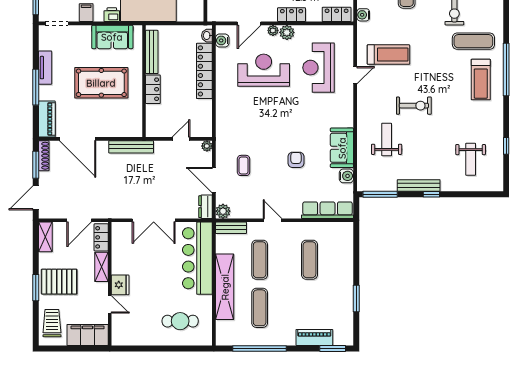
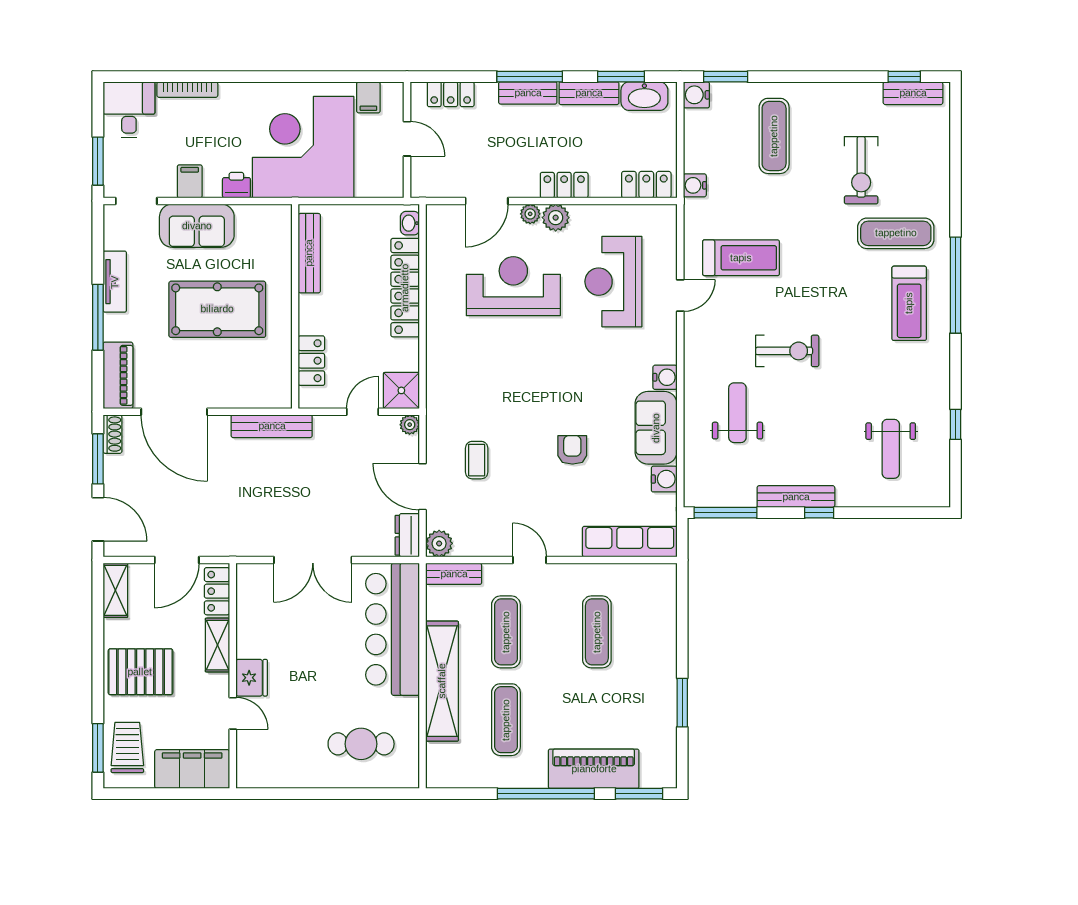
sofa: (112, 37) -> (197, 226), moved
water cooler: (222, 40) -> (665, 377), moved, turned 180
locker: (153, 89) -> (311, 361), moved
shower: (202, 127) -> (401, 390), added
shoe rack: (44, 156) -> (112, 434), width x0.70
door: (36, 198) -> (98, 519), swing flipped
window: (36, 288) -> (98, 748), moved
piano: (314, 337) -> (594, 769), width x1.37, depth x1.33
window: (259, 348) -> (546, 794), moved

